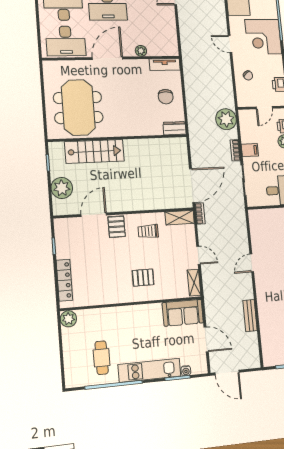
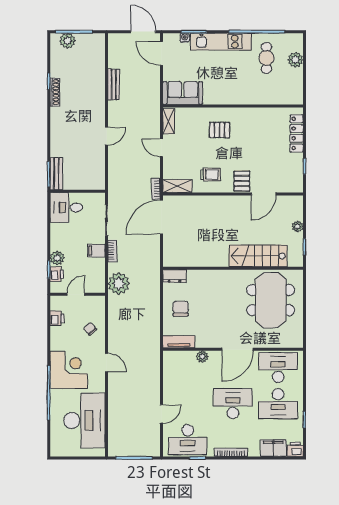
plant: (62, 188) -> (298, 226), width x0.53, depth x0.53
plant: (68, 319) -> (295, 60), moved
door: (206, 339) -> (161, 53), moved

